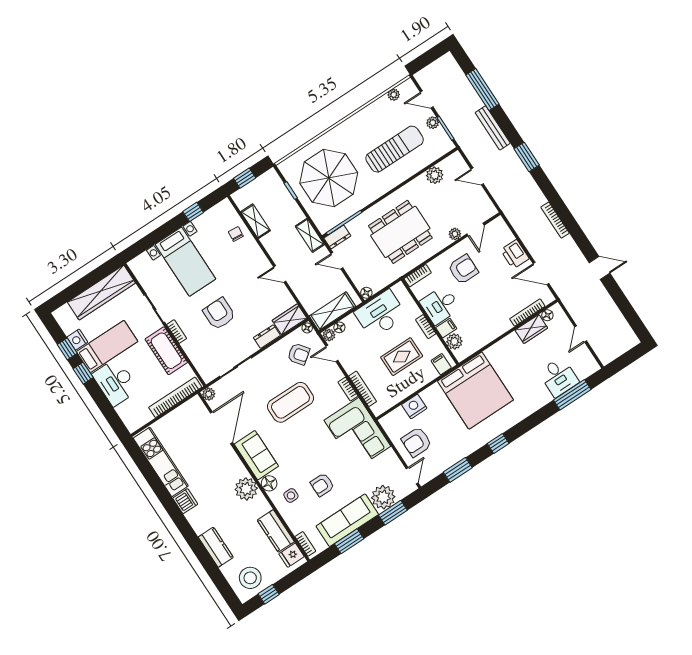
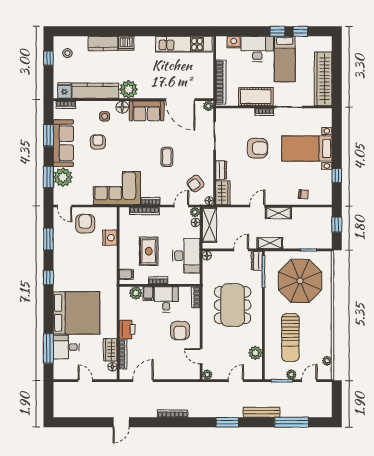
shelving: (256, 221) -> (278, 213), moved
plant: (455, 234) -> (207, 375), moved
printer: (515, 254) -> (127, 329), moved, turned 90
nightstand: (77, 340) -> (234, 42), moved
bed: (475, 391) -> (76, 313), moved, turned 180
coffee table: (290, 402) -> (167, 157), width x0.54, depth x0.58
dishwasher: (185, 501) -> (126, 43), moved
kitchen counter: (276, 531) -> (95, 91), width x1.50
stool: (250, 578) -> (67, 53), width x0.53, depth x0.53

